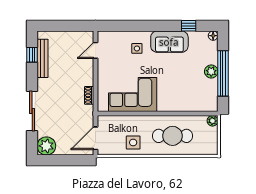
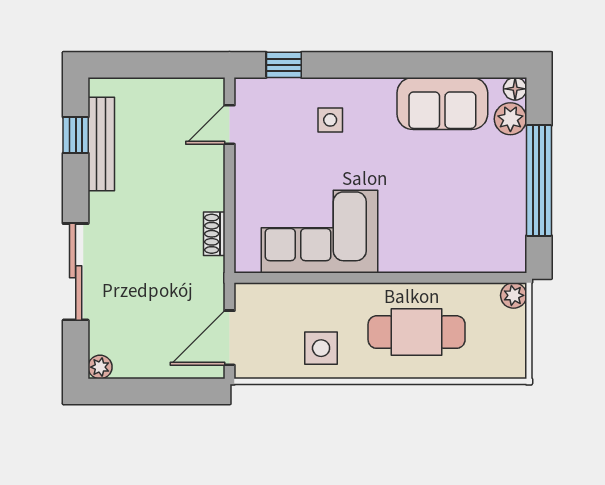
window: (189, 26) -> (284, 65), moved
sofa: (169, 42) -> (442, 103), moved
plant: (211, 71) -> (510, 119), moved
plant: (46, 146) -> (100, 367), width x0.53, depth x0.53

